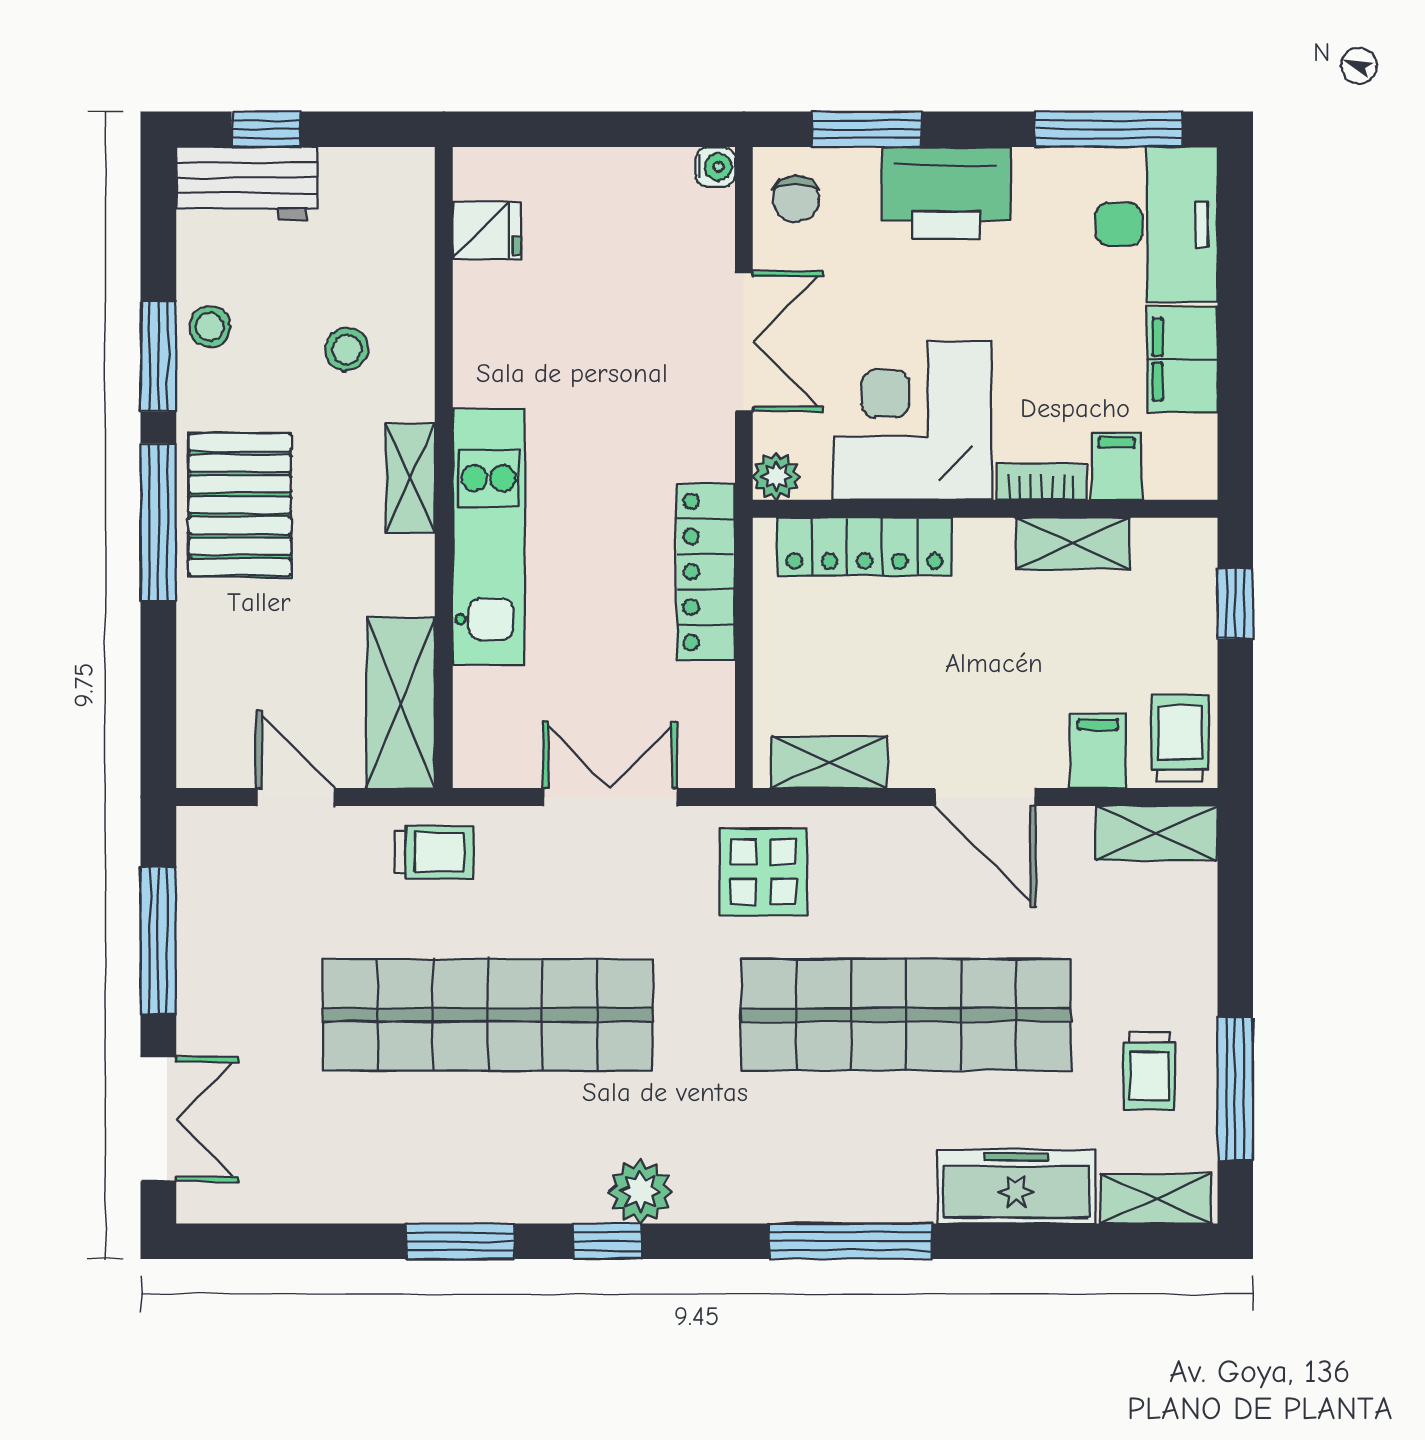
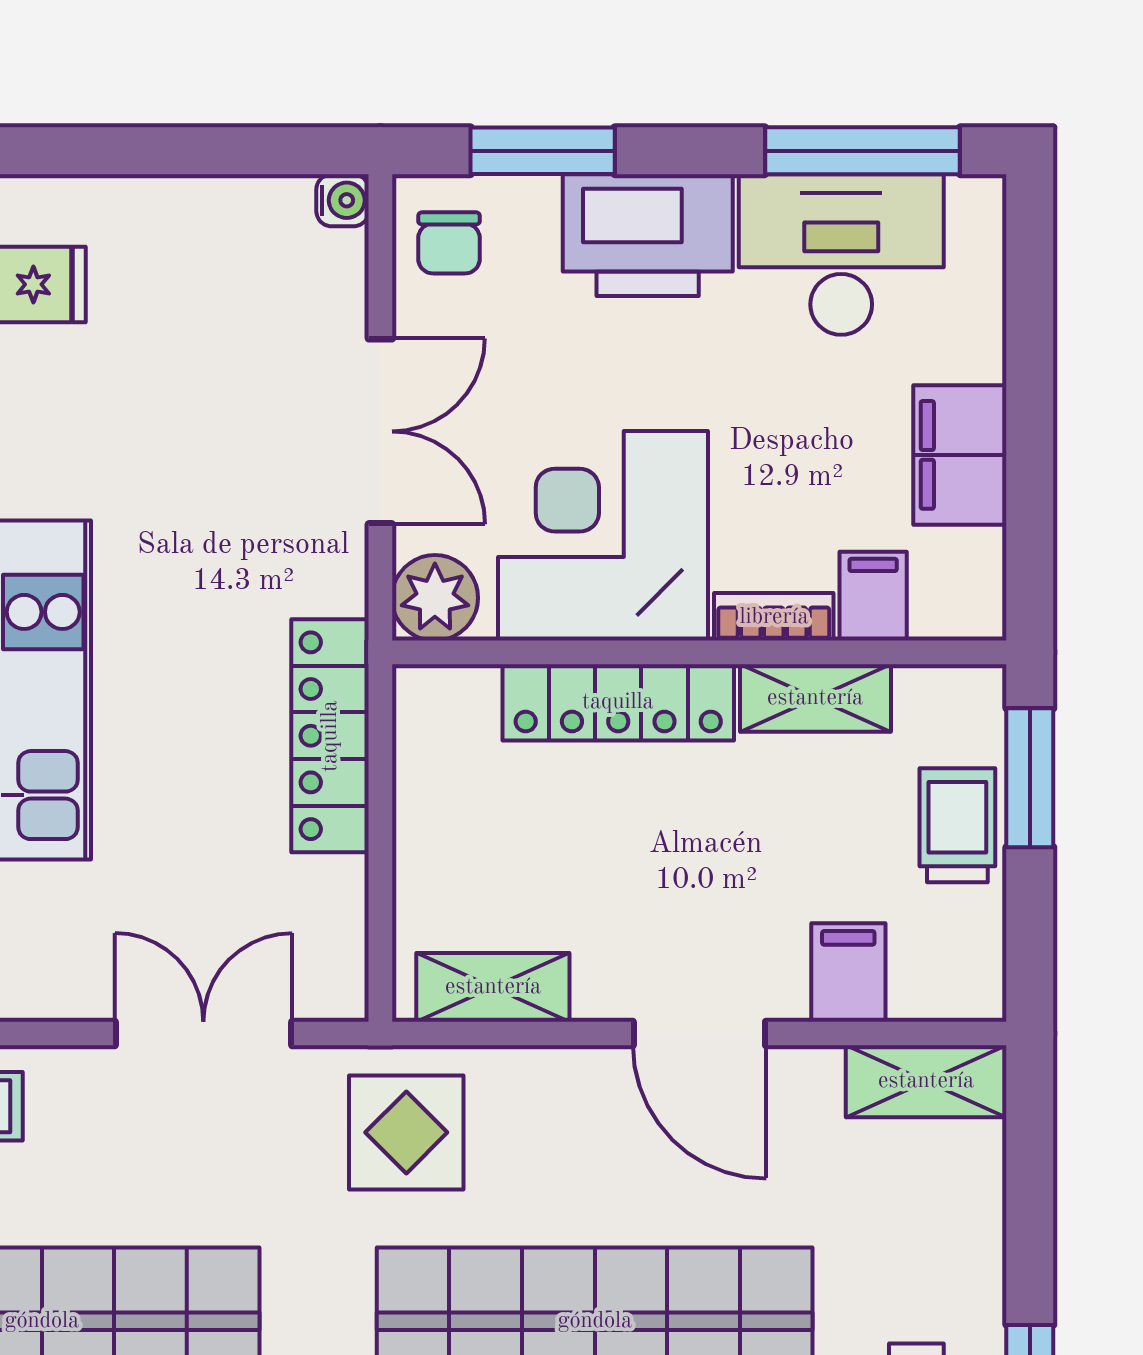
desk: (1157, 224) -> (841, 255), moved, turned -90
plant: (776, 476) -> (435, 598), width x1.38, depth x1.38
locker: (865, 547) -> (618, 702), moved
window: (1235, 604) -> (1030, 778), width x1.50
trolley: (1180, 738) -> (957, 825), moved

